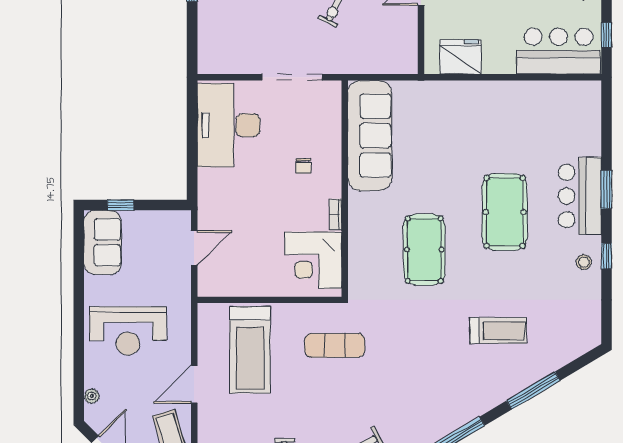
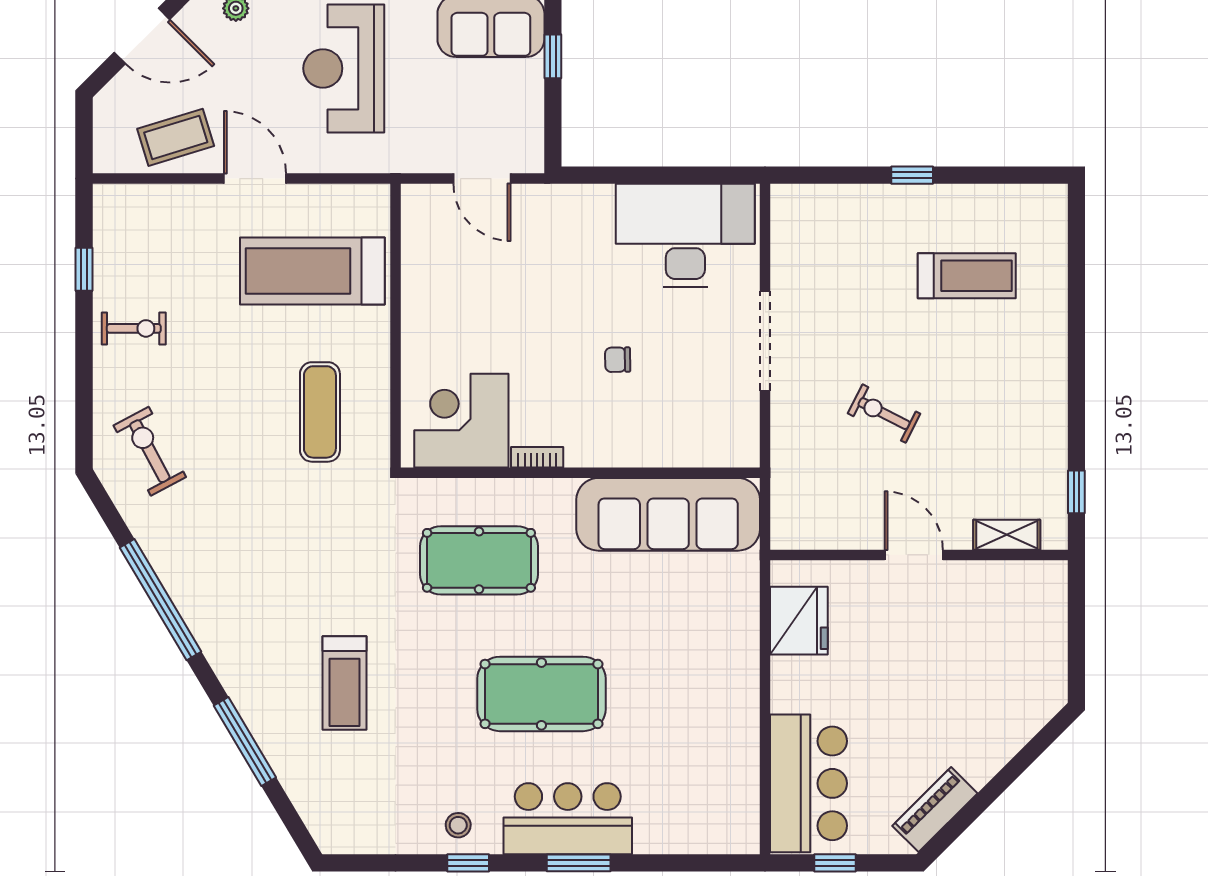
sofa: (370, 136) -> (668, 514), moved
wall: (345, 189) -> (580, 473), moved
bookcase: (335, 215) -> (537, 457), moved
corner desk: (313, 260) -> (461, 421), moved

